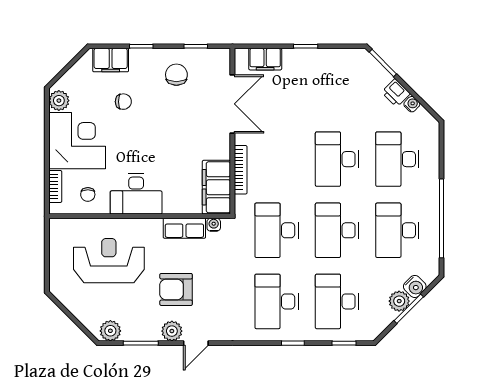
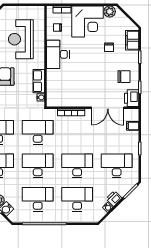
filing cabinet: (265, 59) -> (133, 126), width x0.50
printer: (215, 61) -> (132, 98), added
desk: (337, 88) -> (117, 166), added
filing cabinet: (216, 187) -> (62, 99), removed
reception desk: (109, 261) -> (21, 39), turned 180

